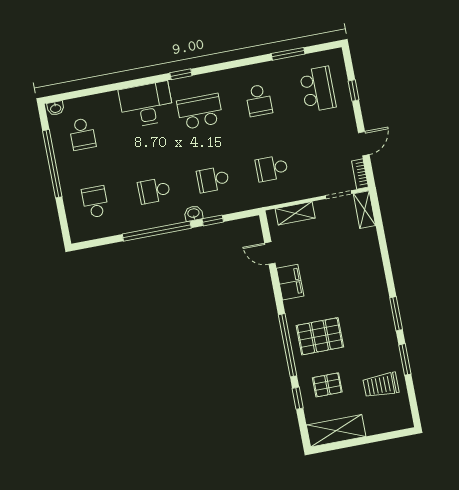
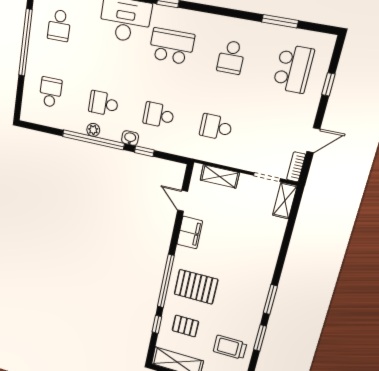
plant: (153, 221) -> (93, 130), added

